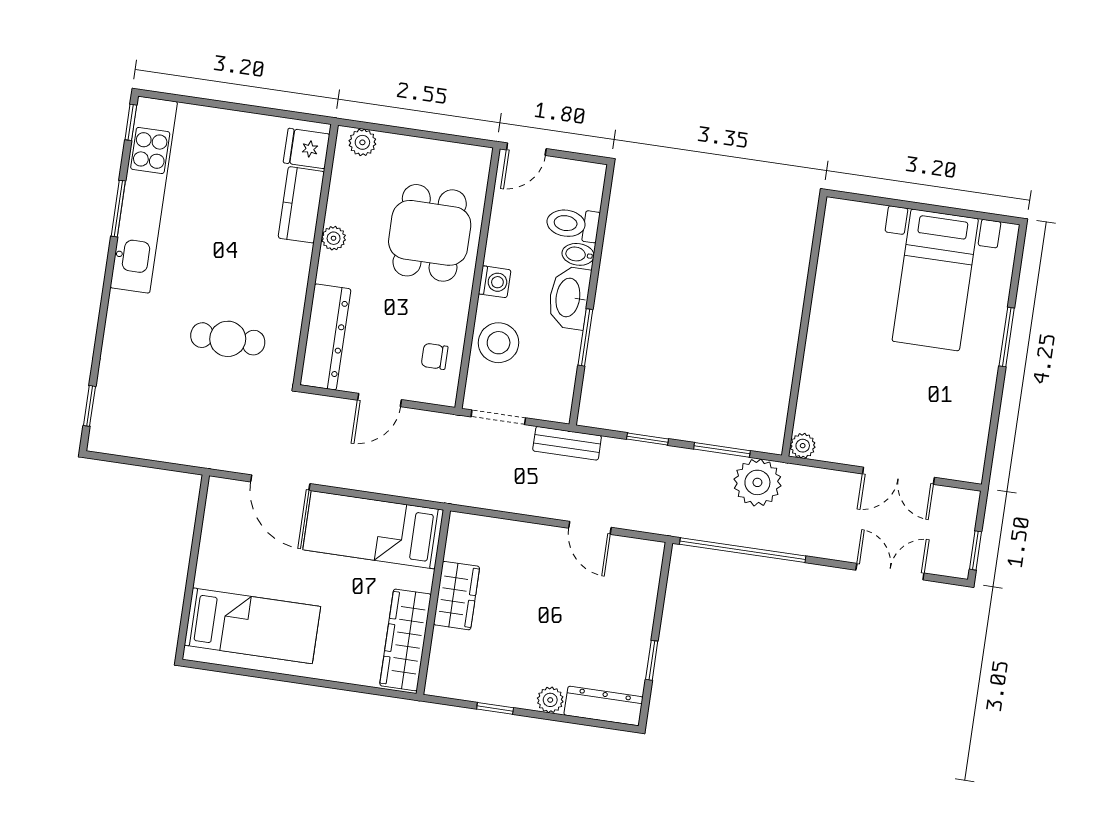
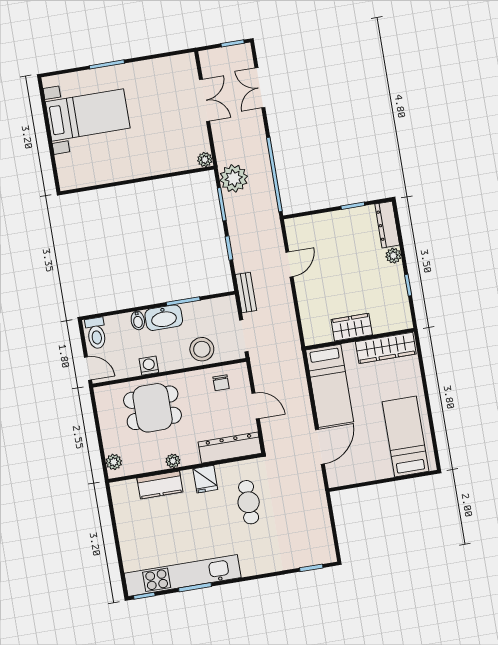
fridge: (307, 148) -> (205, 479), moved
toilet: (573, 224) -> (96, 333), moved
washing machine: (495, 282) -> (149, 366), moved

